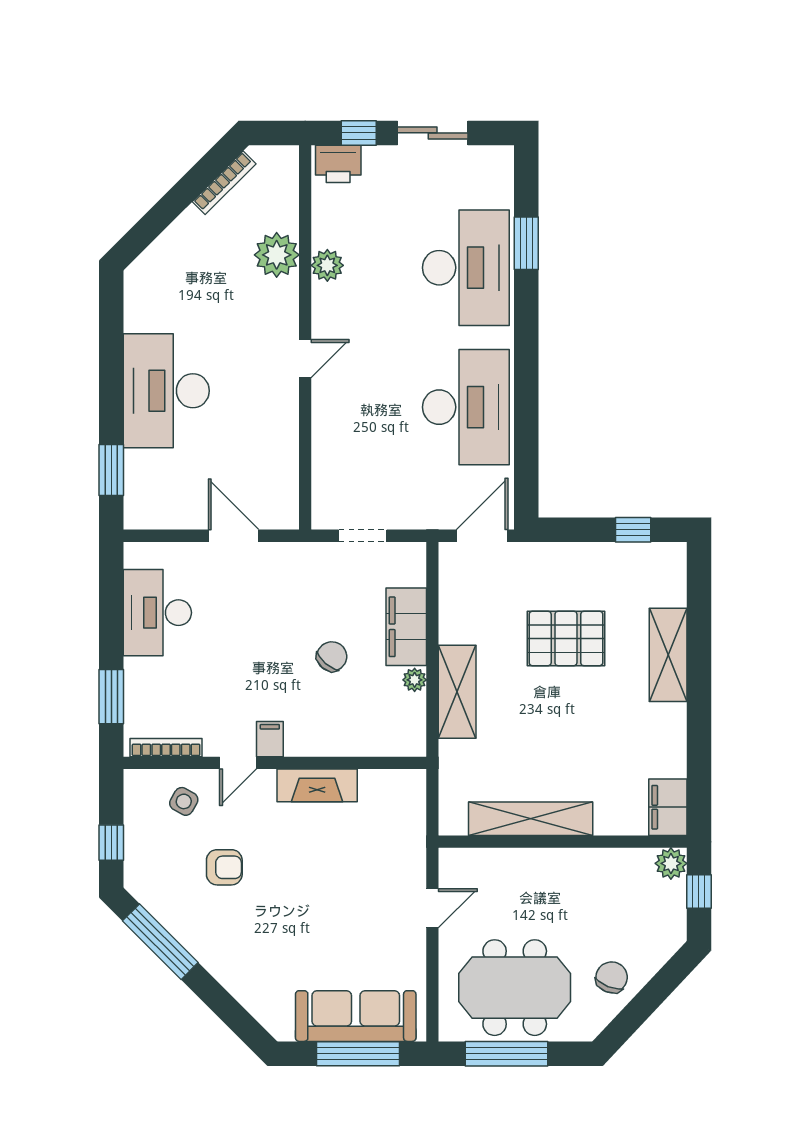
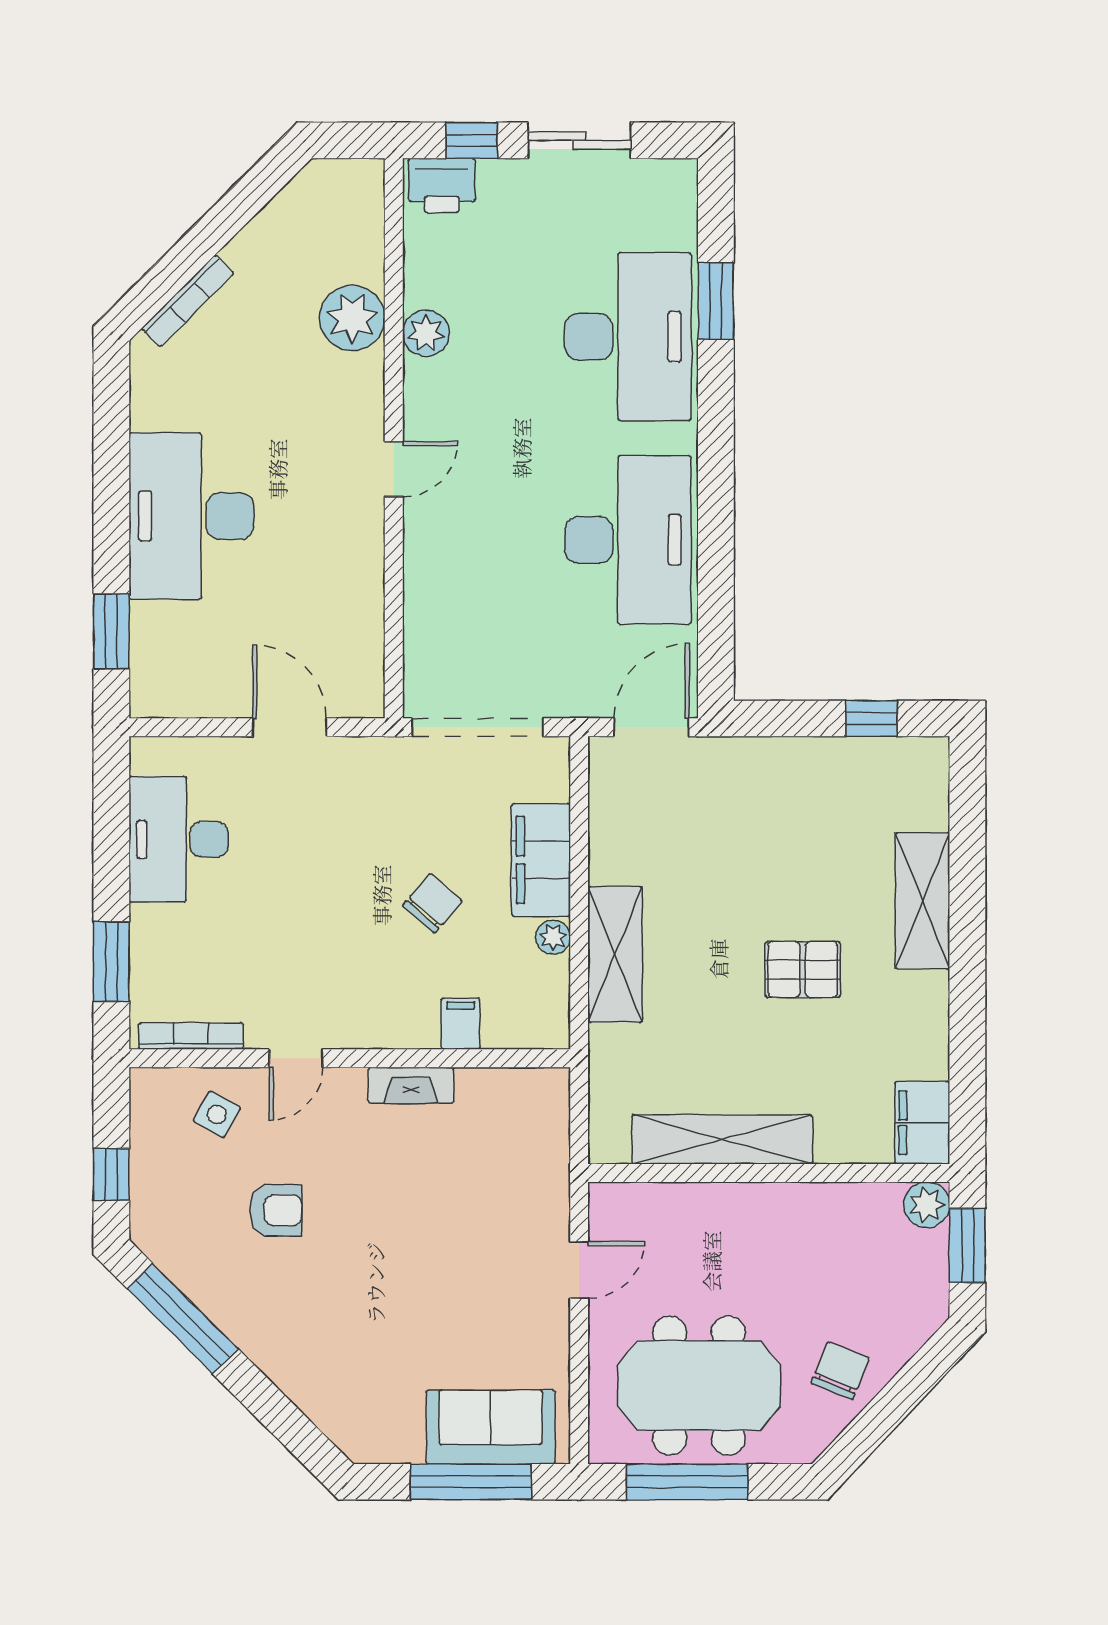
bookcase: (224, 183) -> (188, 301), moved
doorway: (363, 536) -> (478, 727), width x1.88
pallet: (566, 638) -> (803, 970), moved, width x0.67, depth x0.71
filing cabinet: (270, 739) -> (461, 1024), moved
fireplace: (317, 785) -> (411, 1085), width x0.73, depth x0.76
window: (699, 891) -> (967, 1246), width x1.50
sofa: (356, 1016) -> (491, 1427), width x0.73

